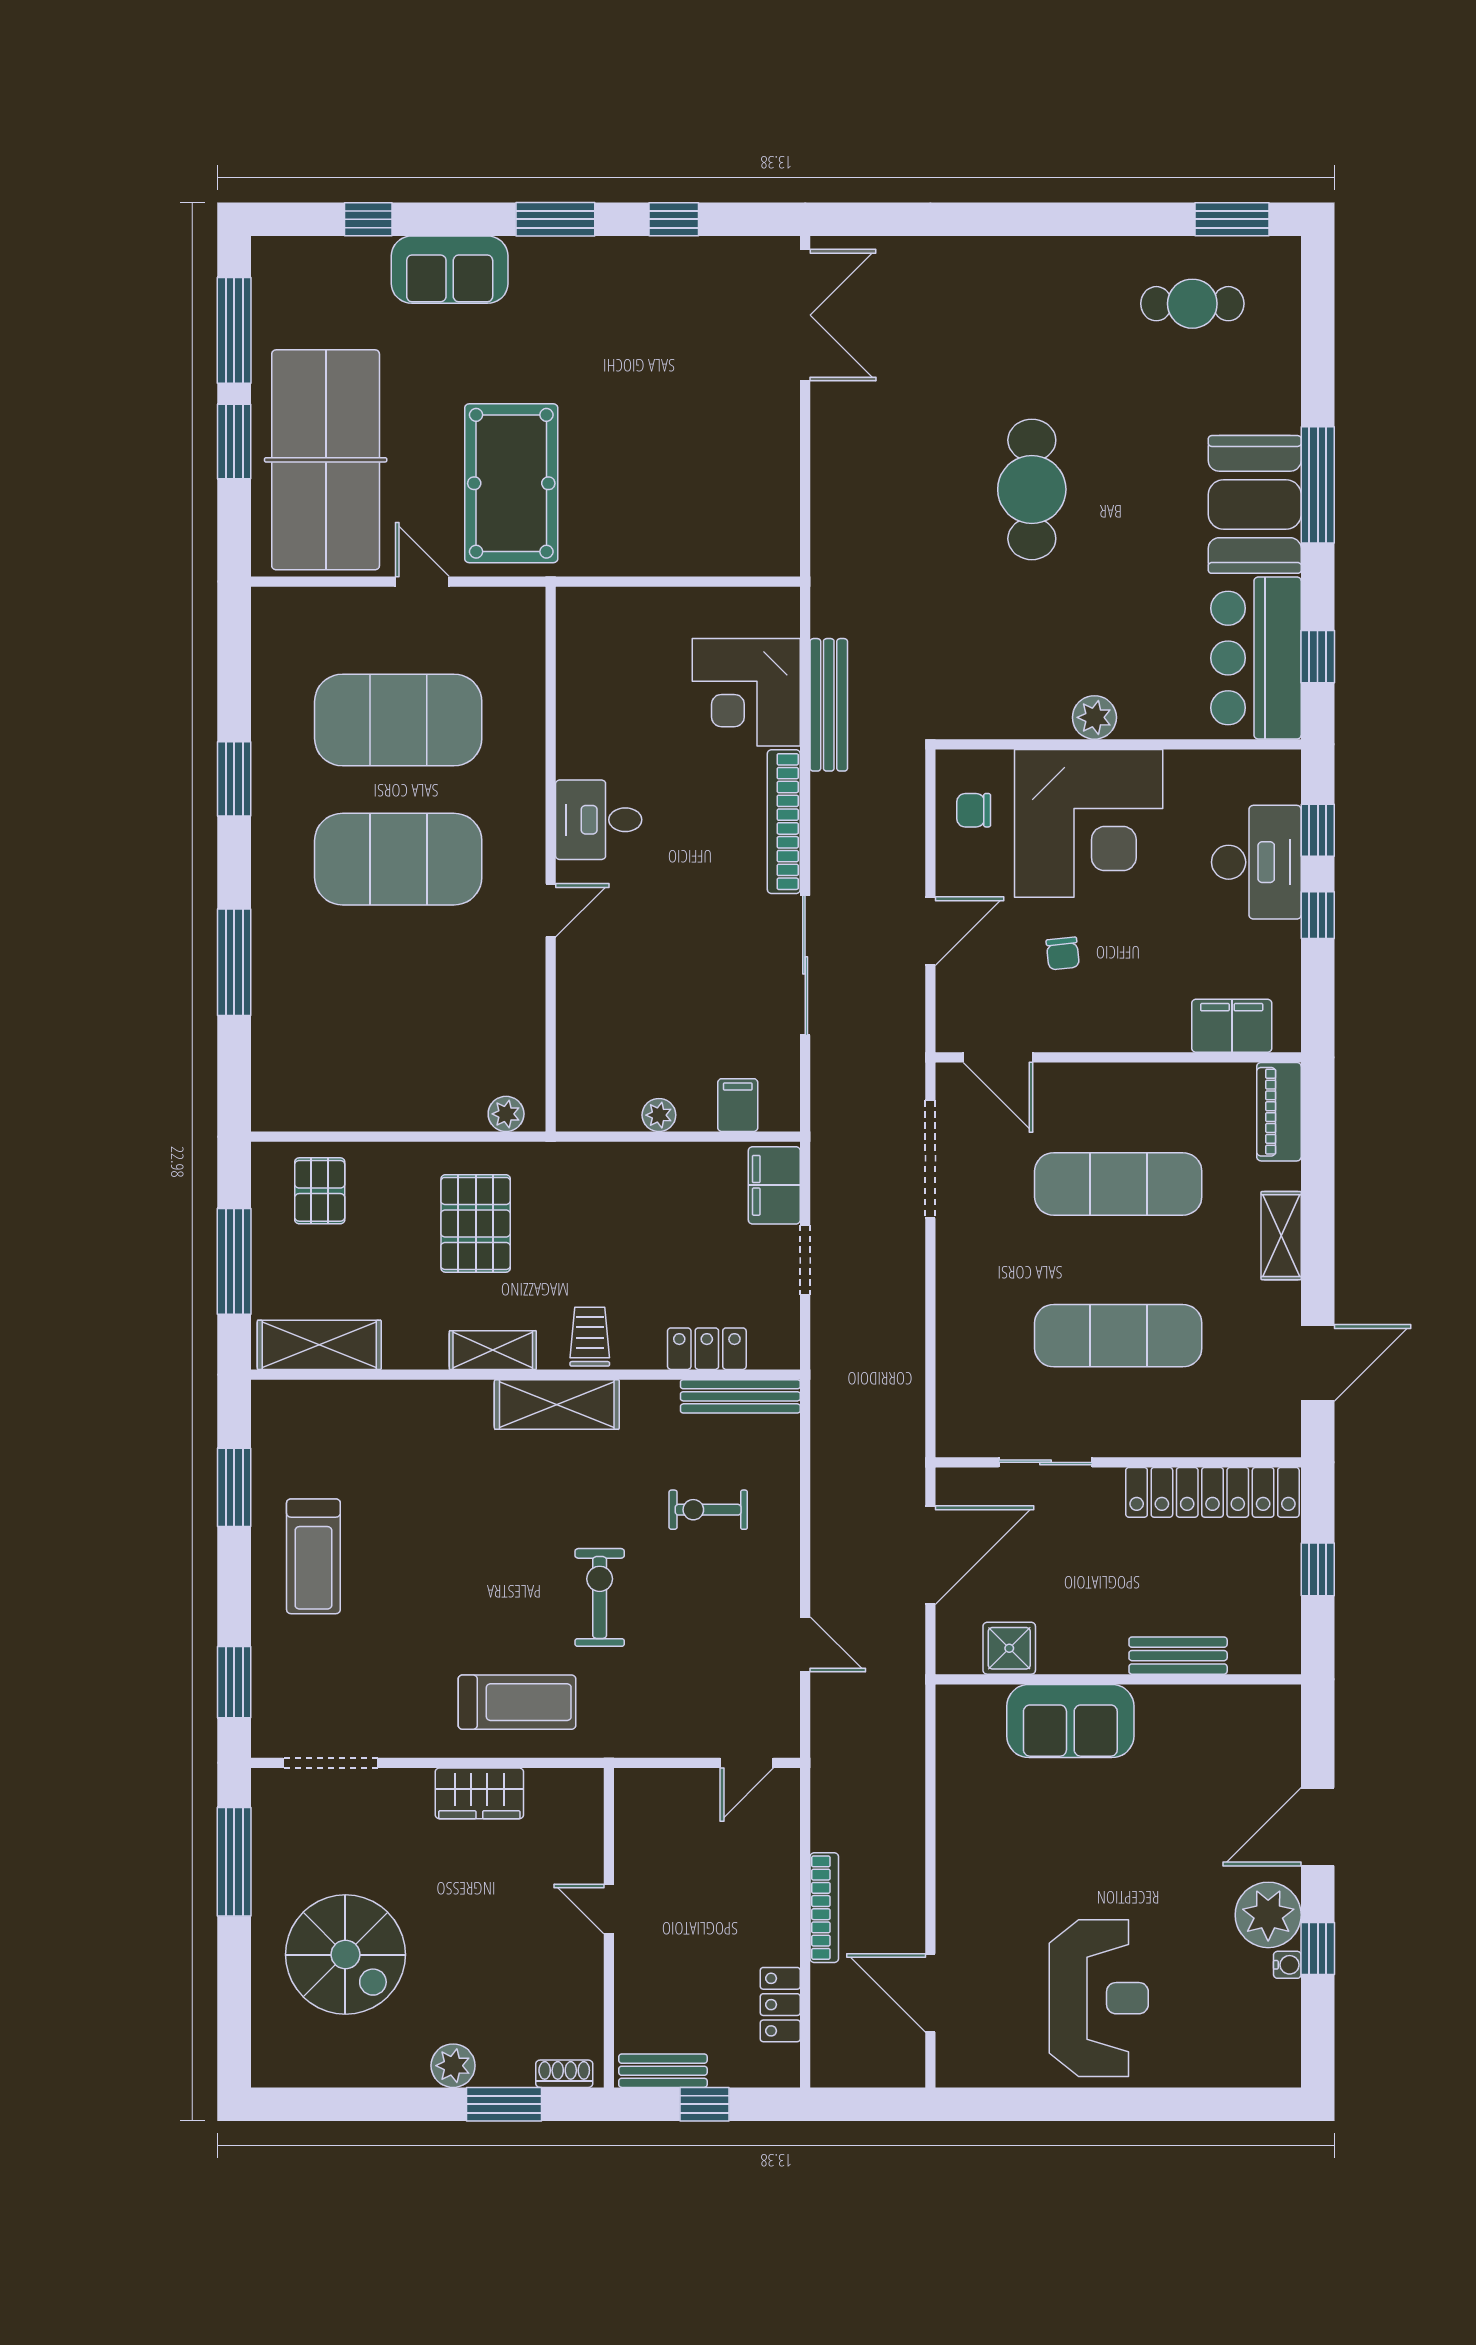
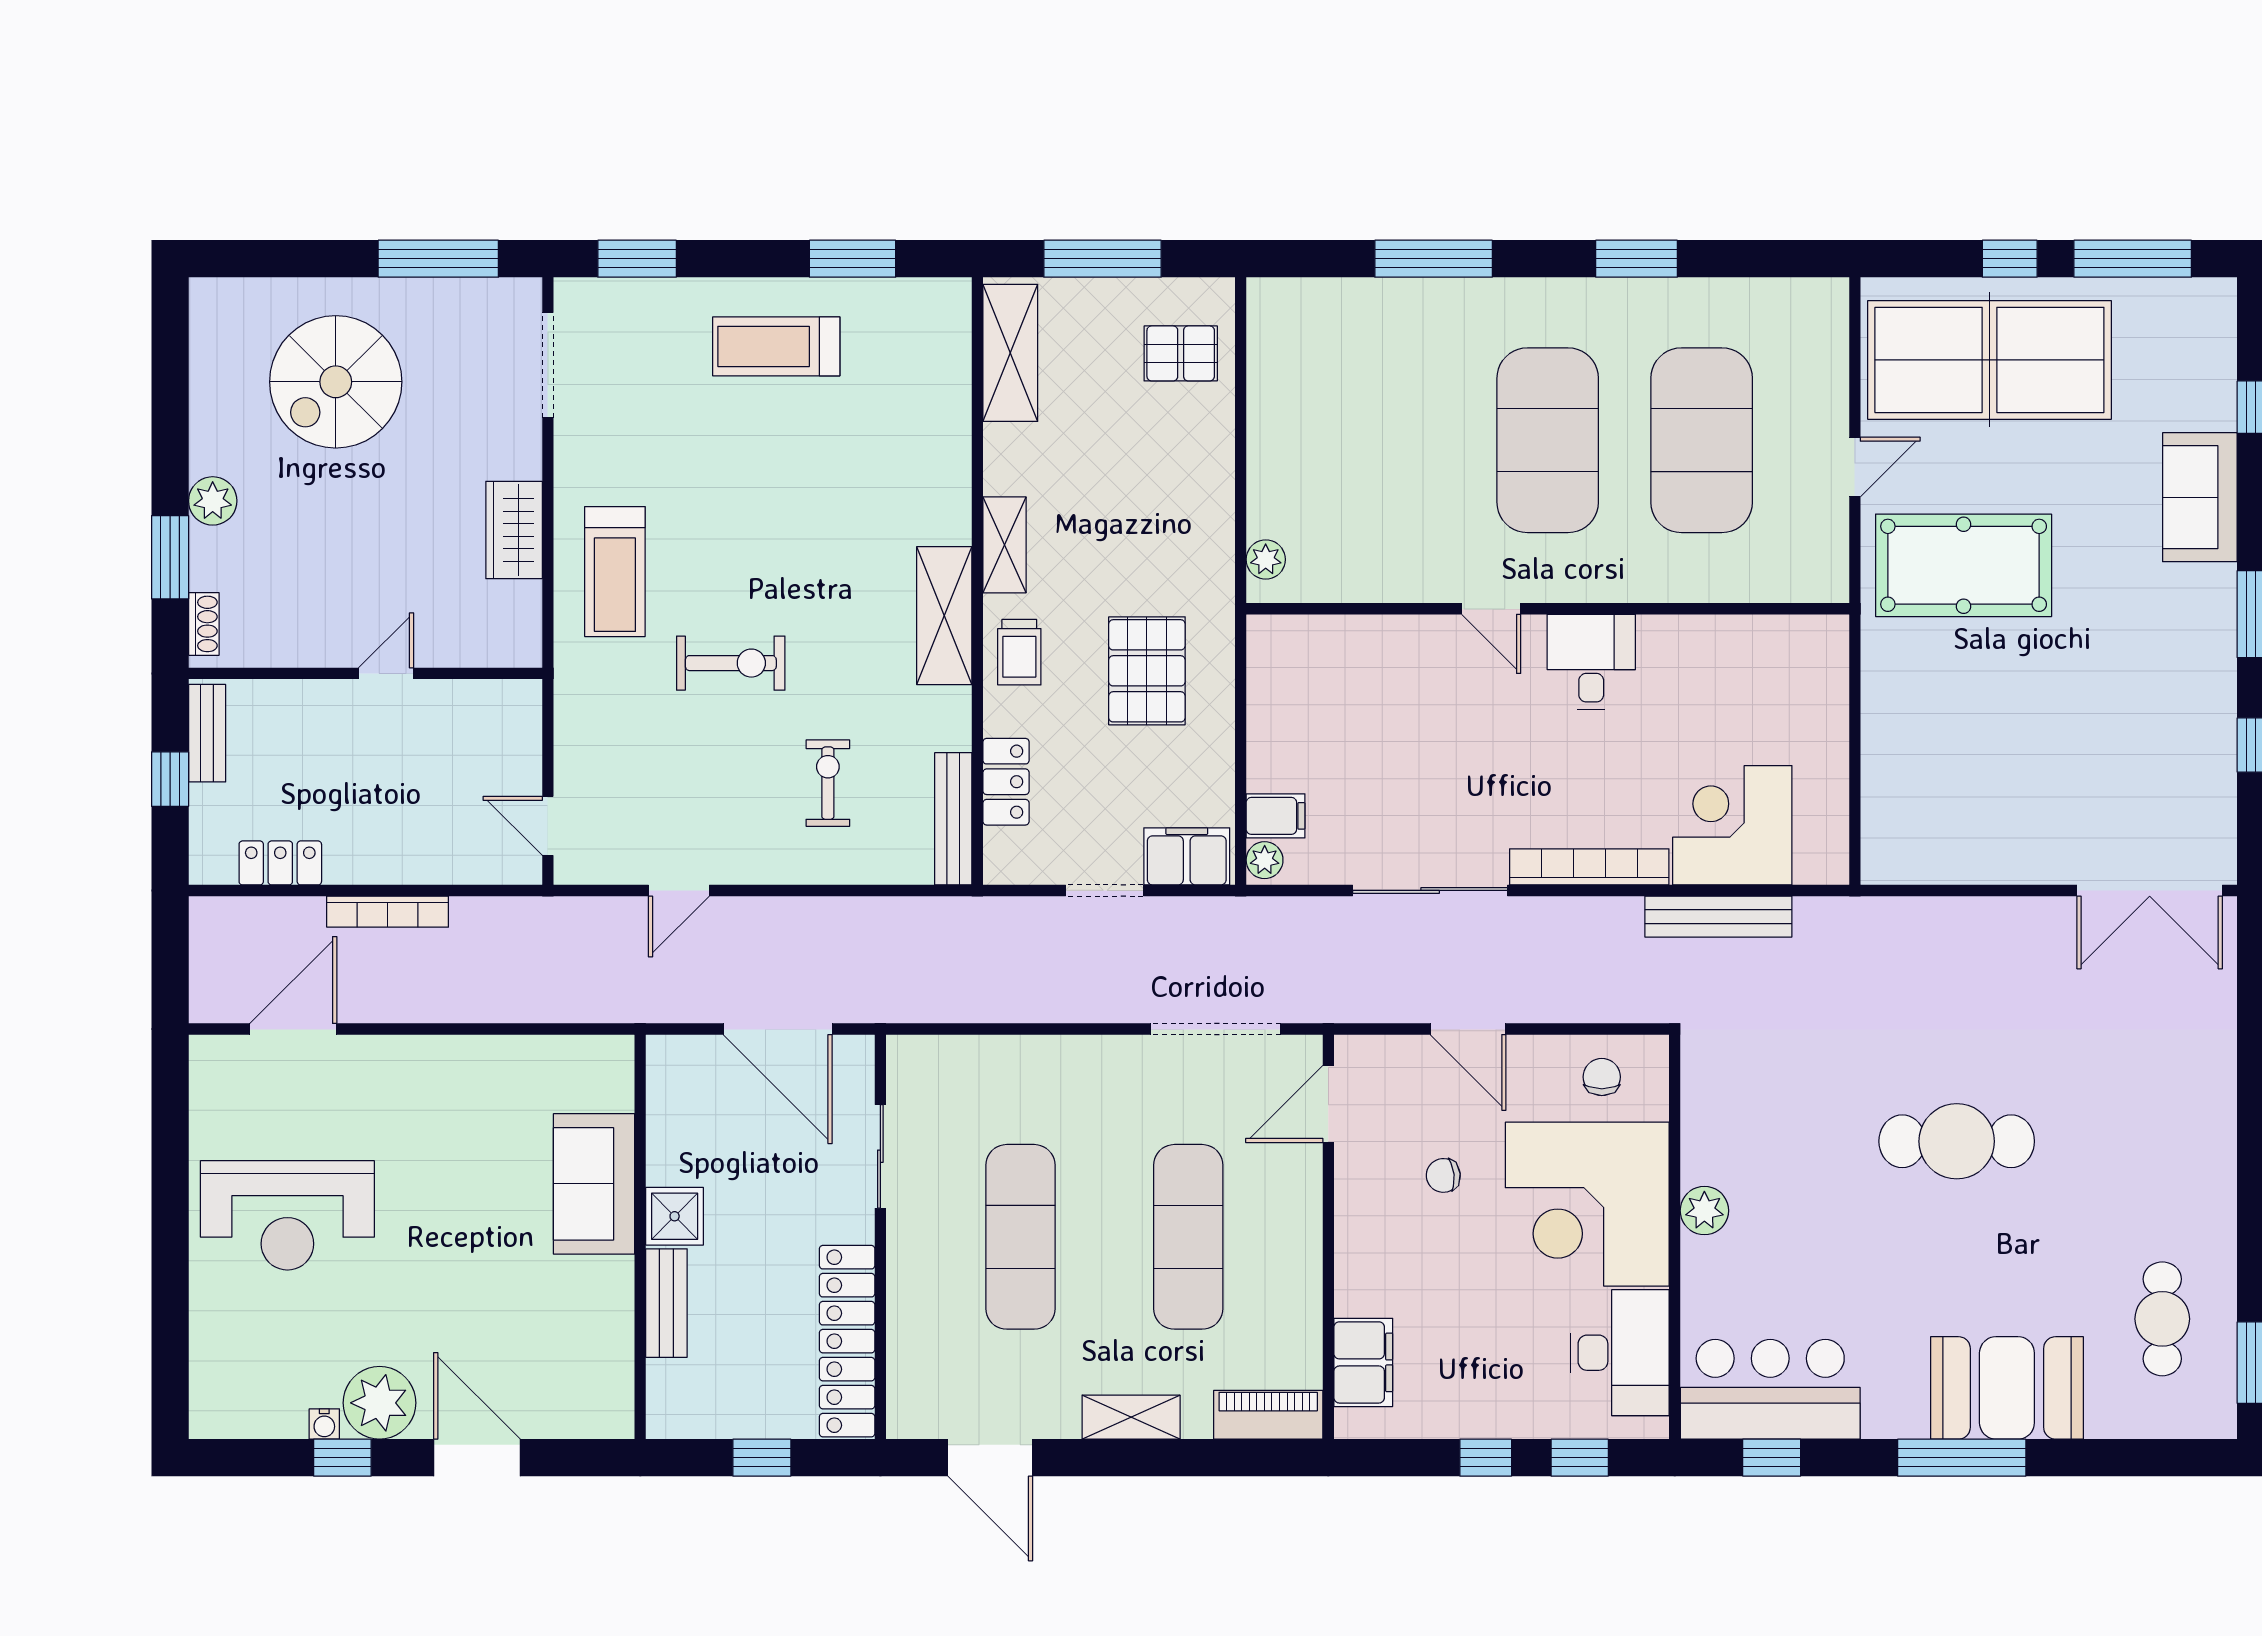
window: (234, 442) -> (2010, 259), width x0.67
booth: (1255, 504) -> (2007, 1388), moved
desk: (1256, 862) -> (1620, 1353), moved, turned -90
plant: (659, 1115) -> (1265, 860), moved
pallet: (476, 1223) -> (1147, 671), moved, turned 90
trolley: (590, 1337) -> (1019, 652), turned 90
shower: (1009, 1648) -> (675, 1216), moved

